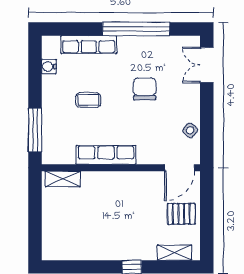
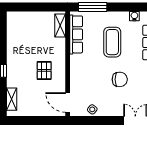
coffee table: (88, 100) -> (112, 42), width x1.86, depth x1.72
row of seats: (106, 155) -> (76, 34), moved
pallet: (181, 214) -> (44, 70), moved

